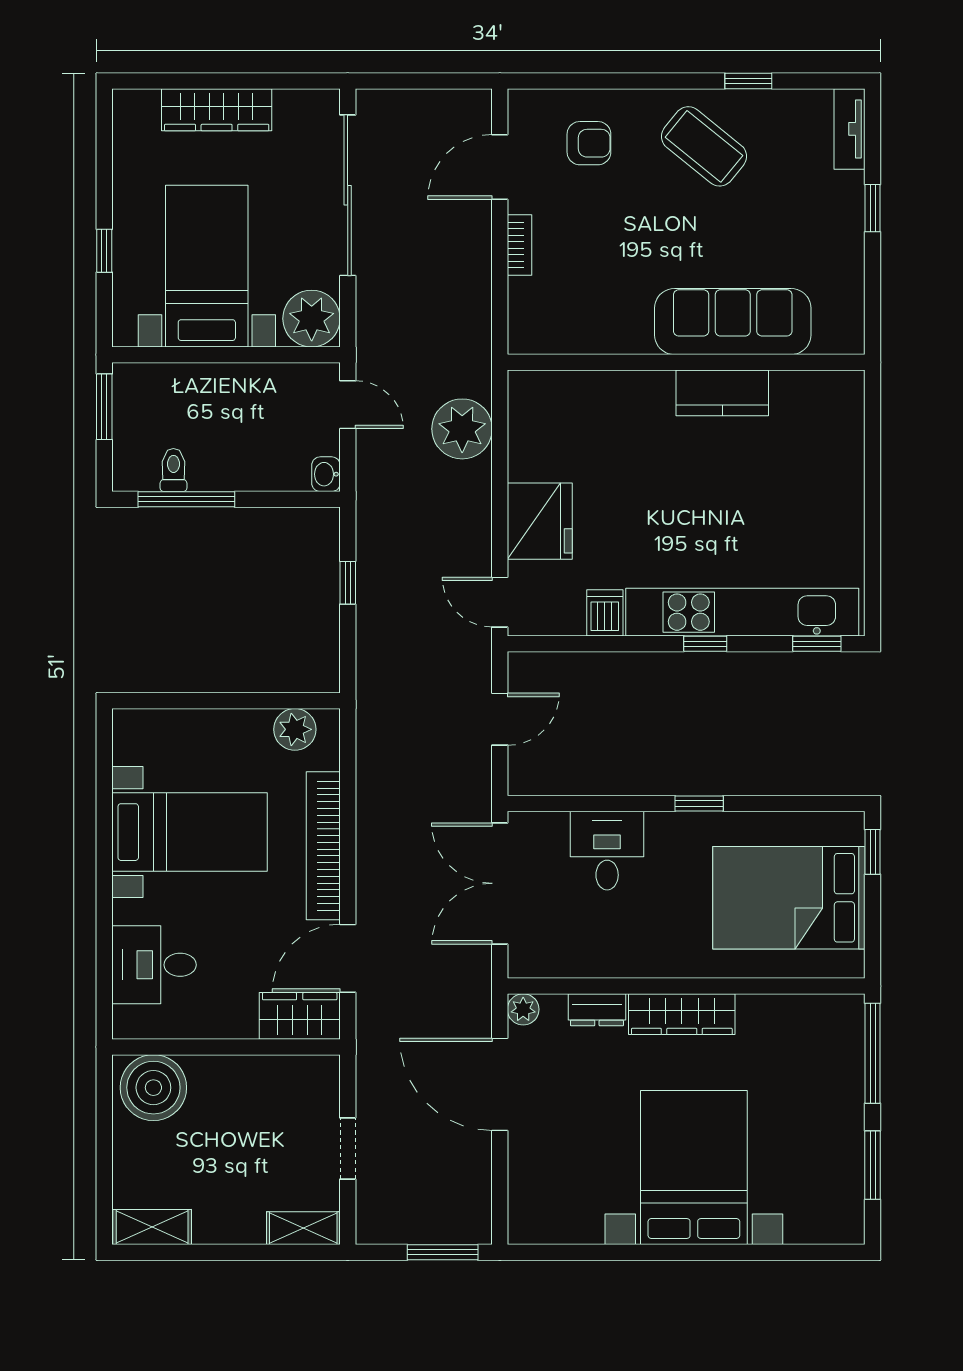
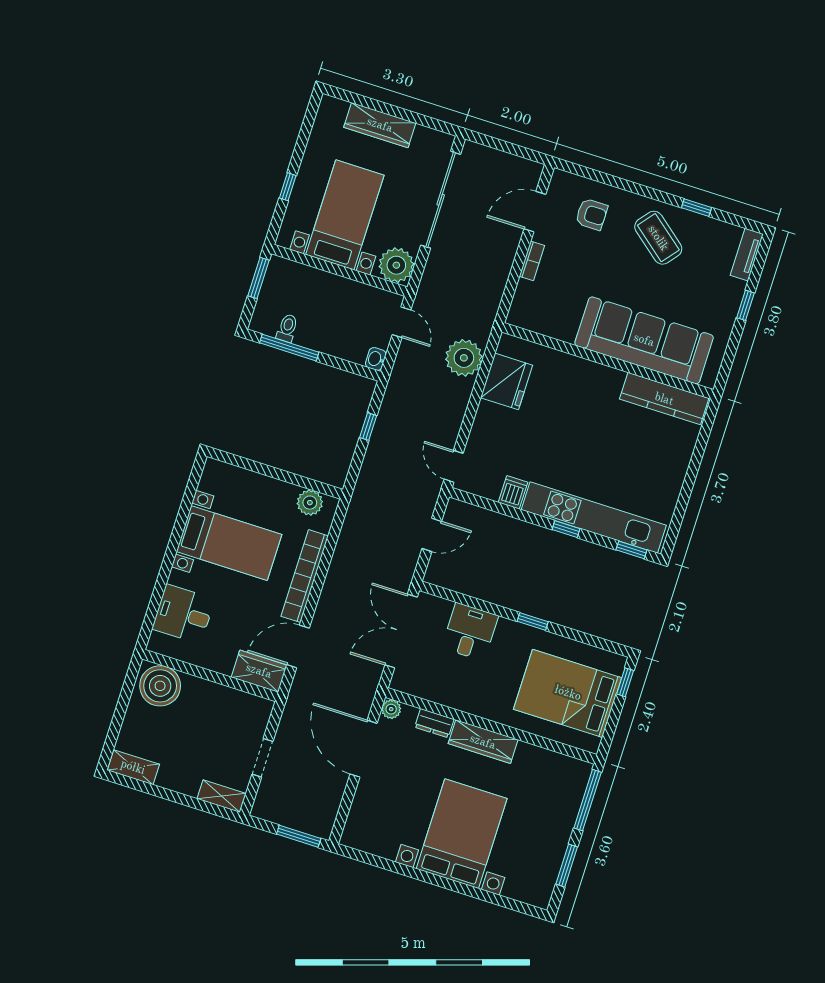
sofa: (733, 322) -> (644, 340), width x1.36, depth x1.27
kitchen counter: (722, 393) -> (664, 399), moved, width x1.50
fridge: (540, 521) -> (507, 381), moved

